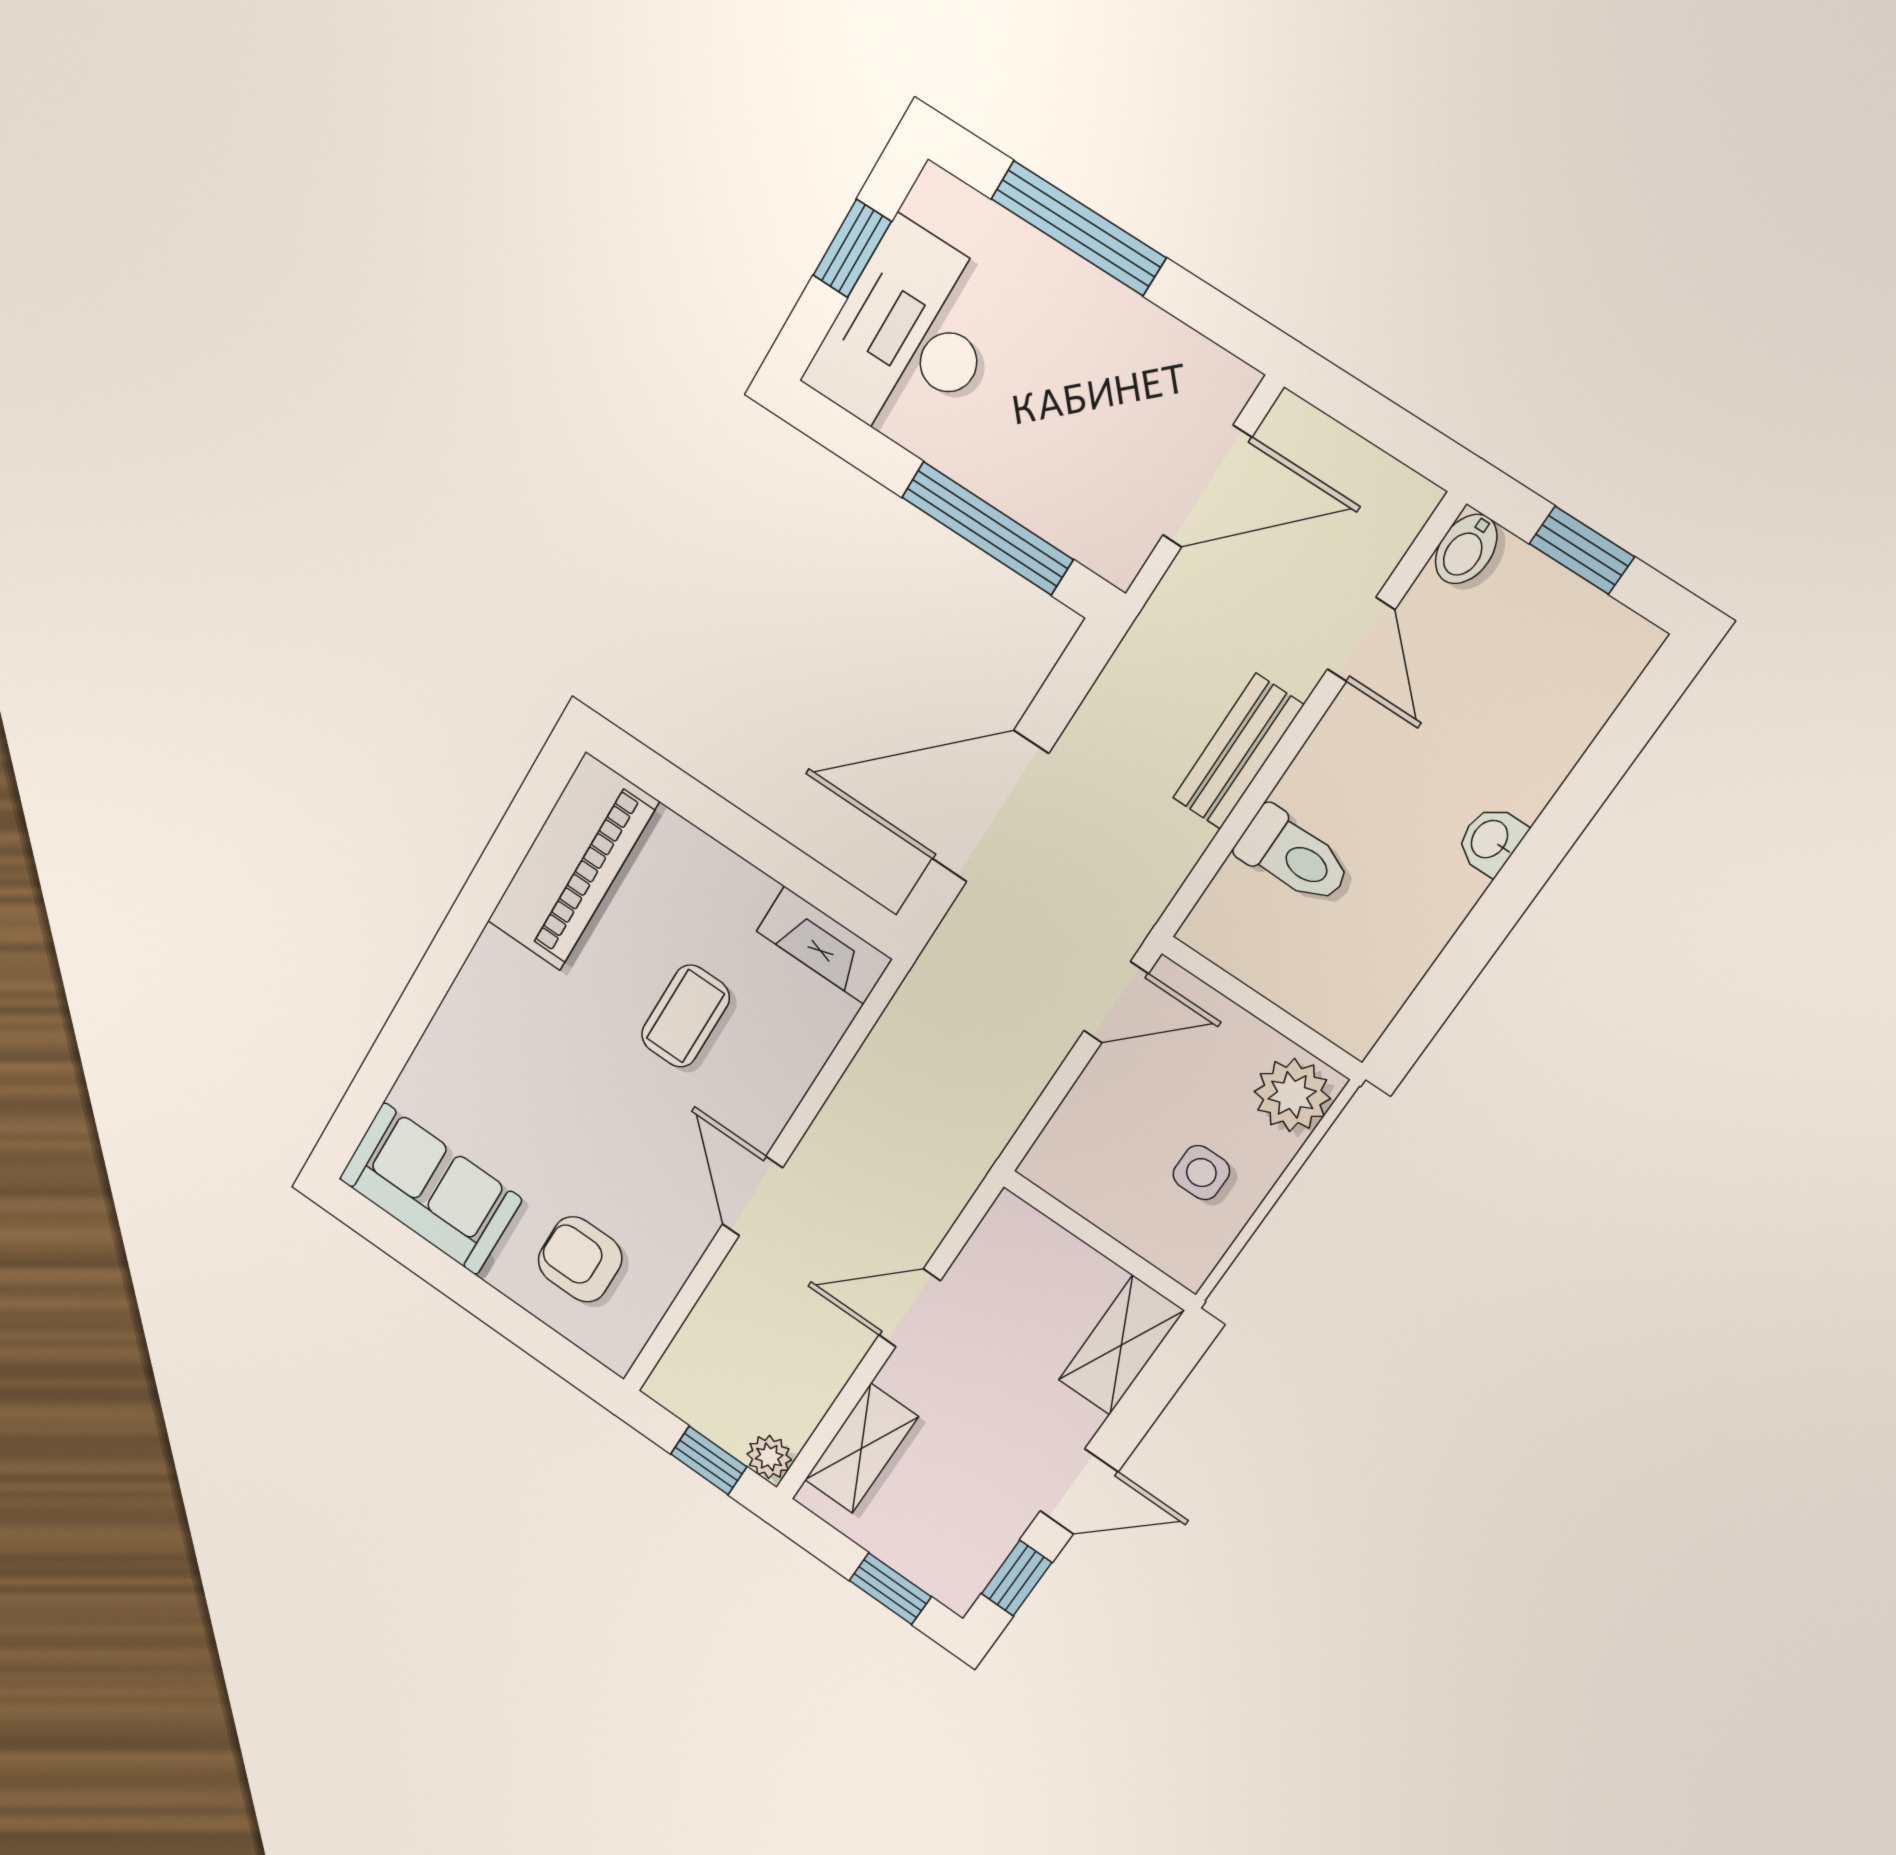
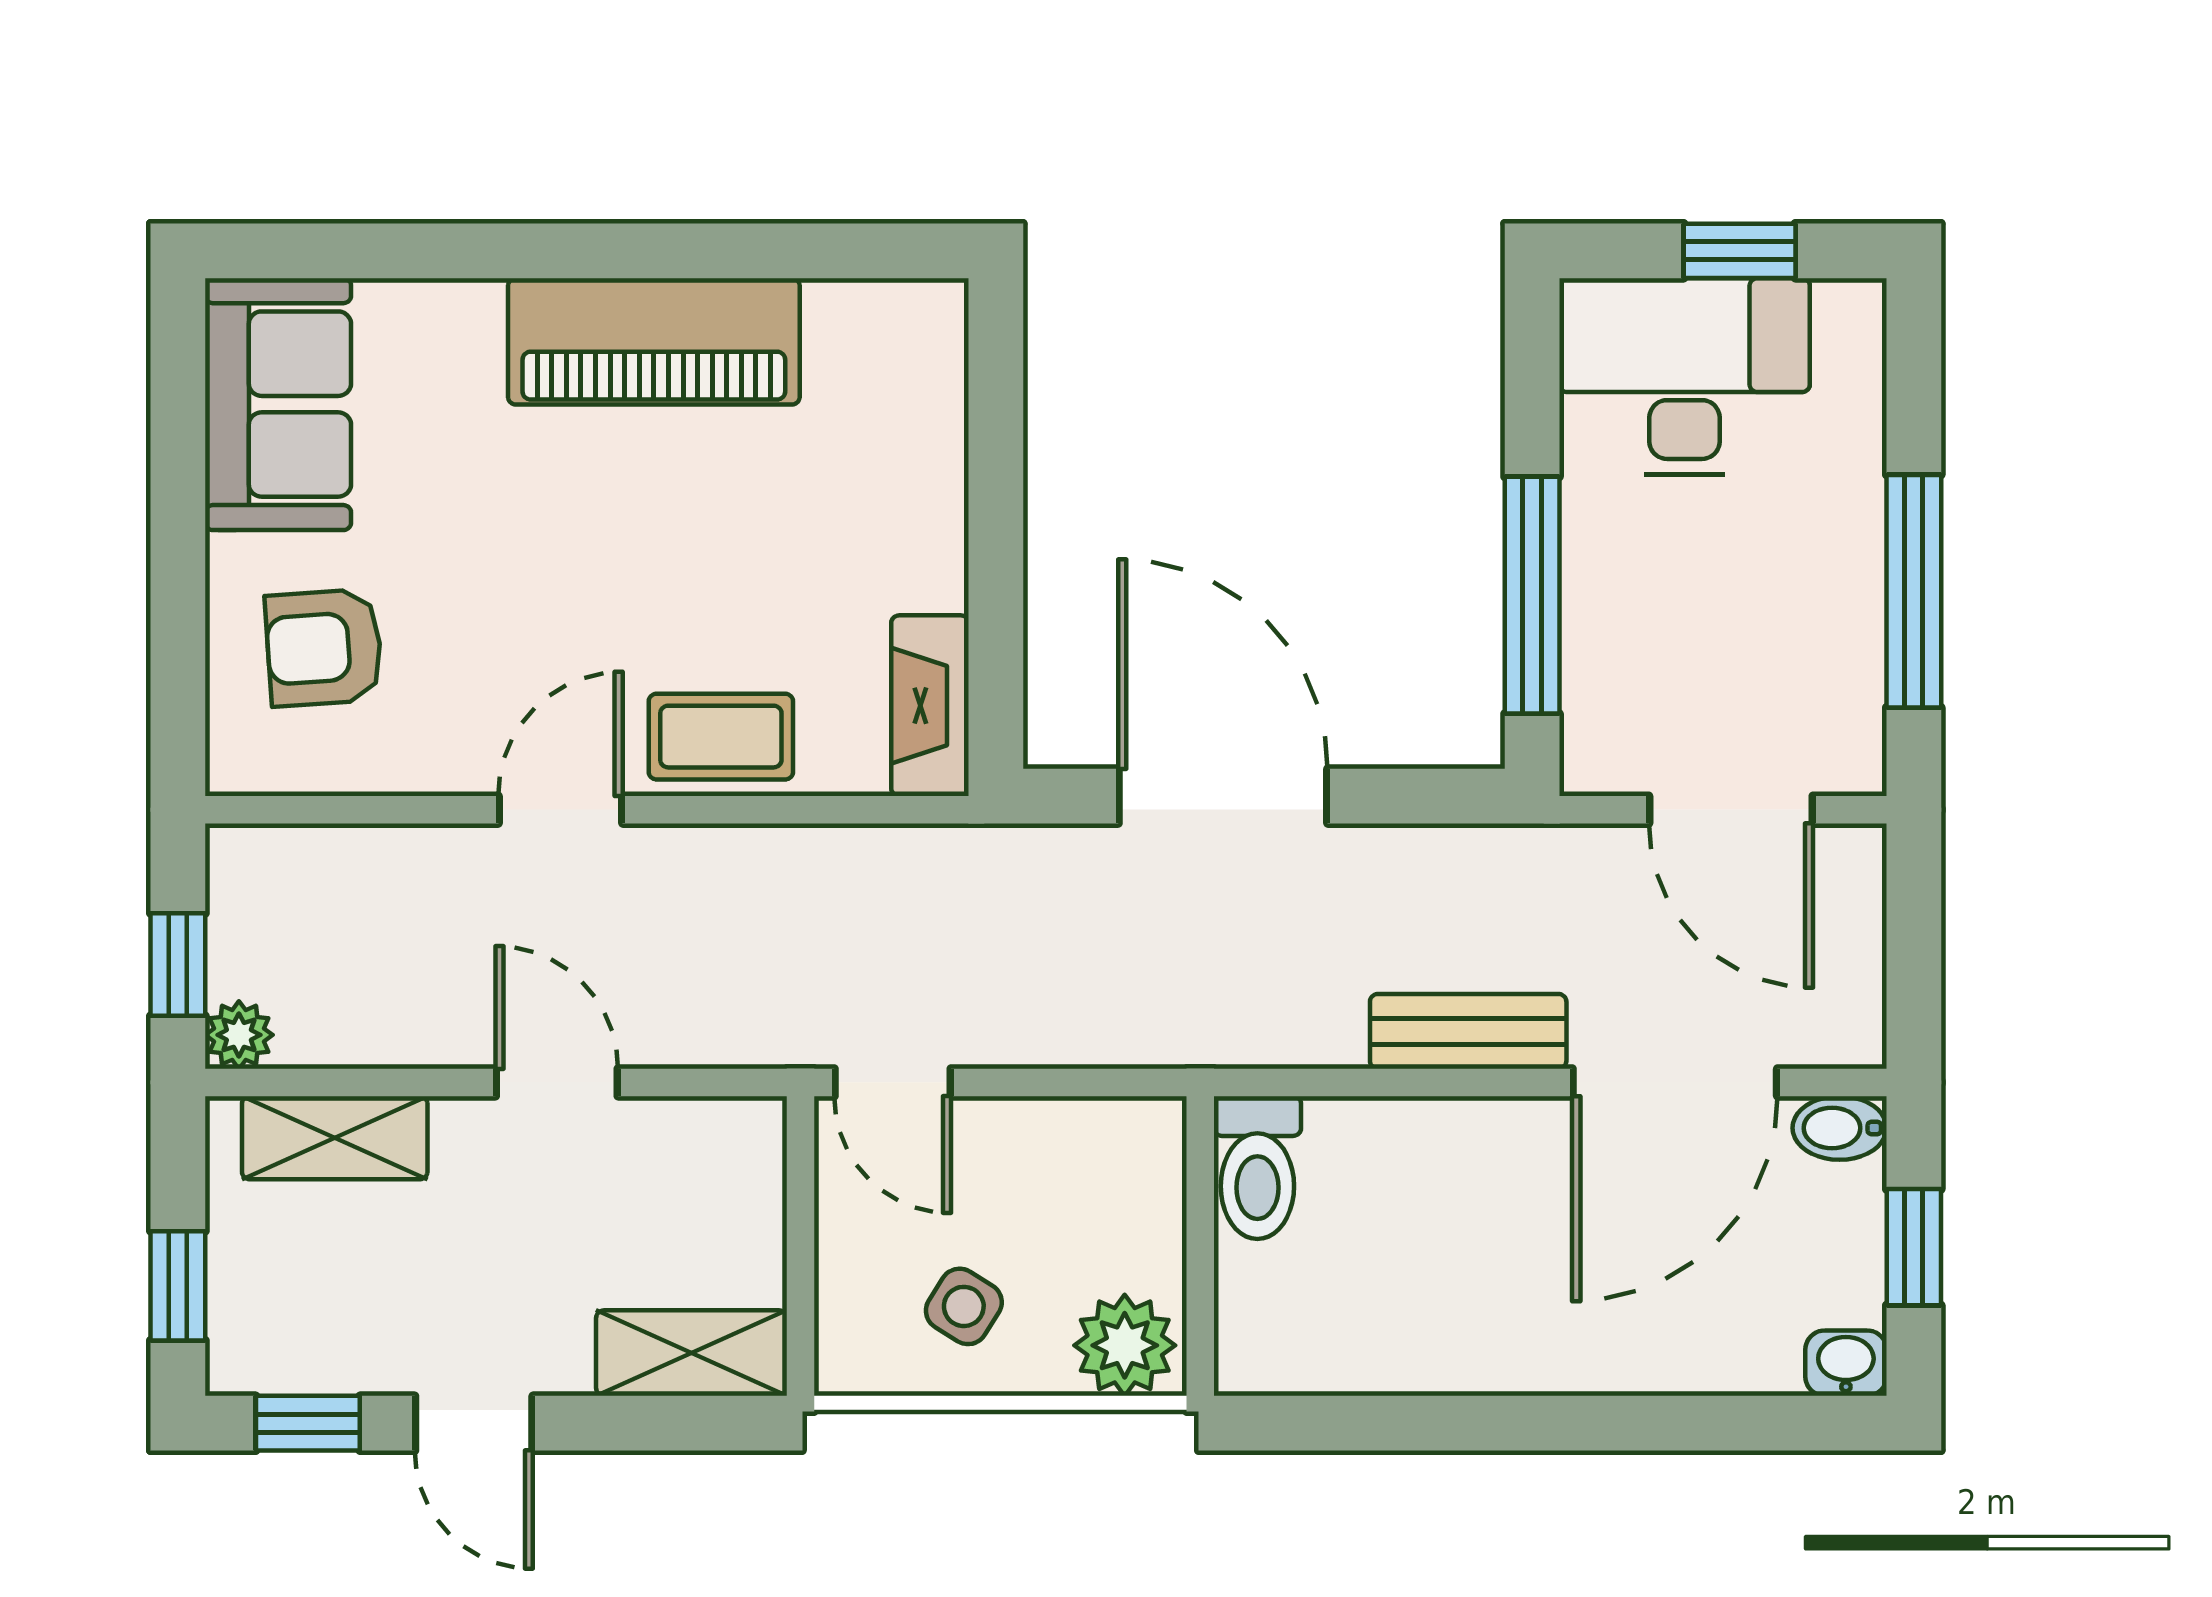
window: (1078, 228) -> (1914, 591), moved
door: (1361, 640) -> (1675, 1082), width x1.88
washbasin: (1491, 840) -> (1846, 1363), moved
toilet: (1294, 856) -> (1257, 1168), moved
piano: (573, 862) -> (654, 341), moved
door: (1116, 1002) -> (893, 1082), moved
coffee table: (685, 1016) -> (721, 737), moved
side table: (1201, 1173) -> (964, 1306), turned 32
armchair: (580, 1259) -> (324, 648), turned -94

